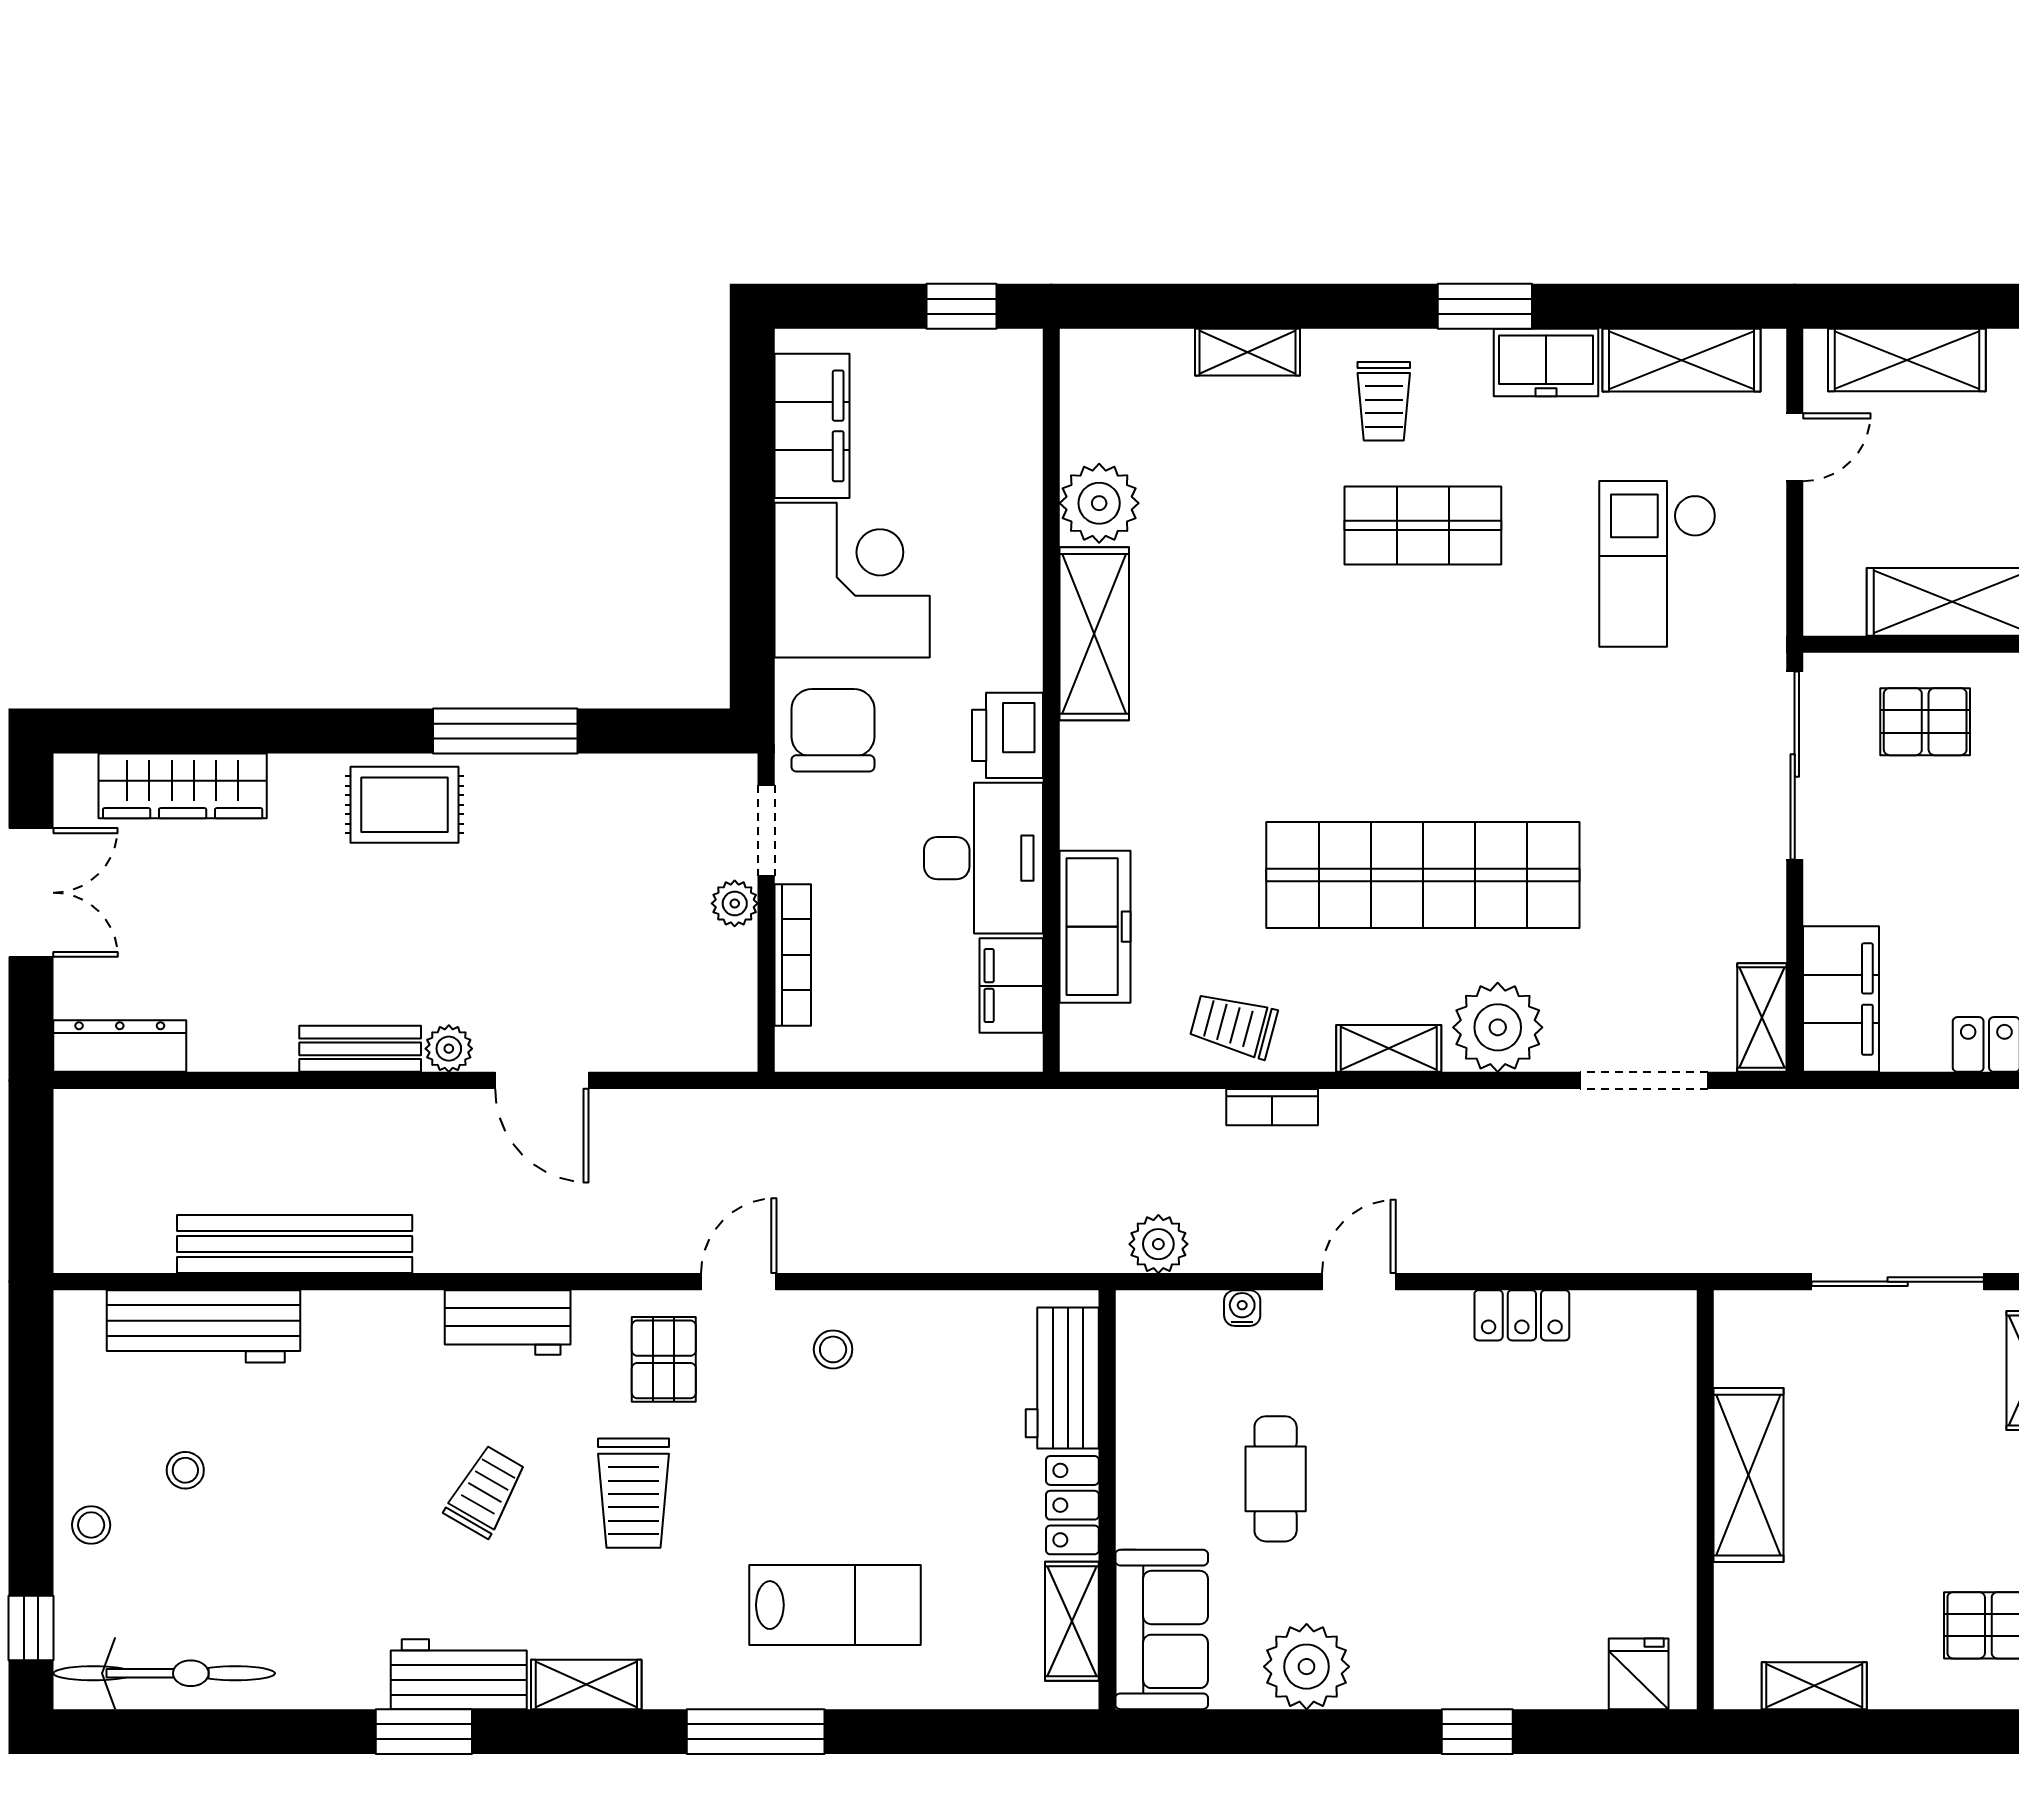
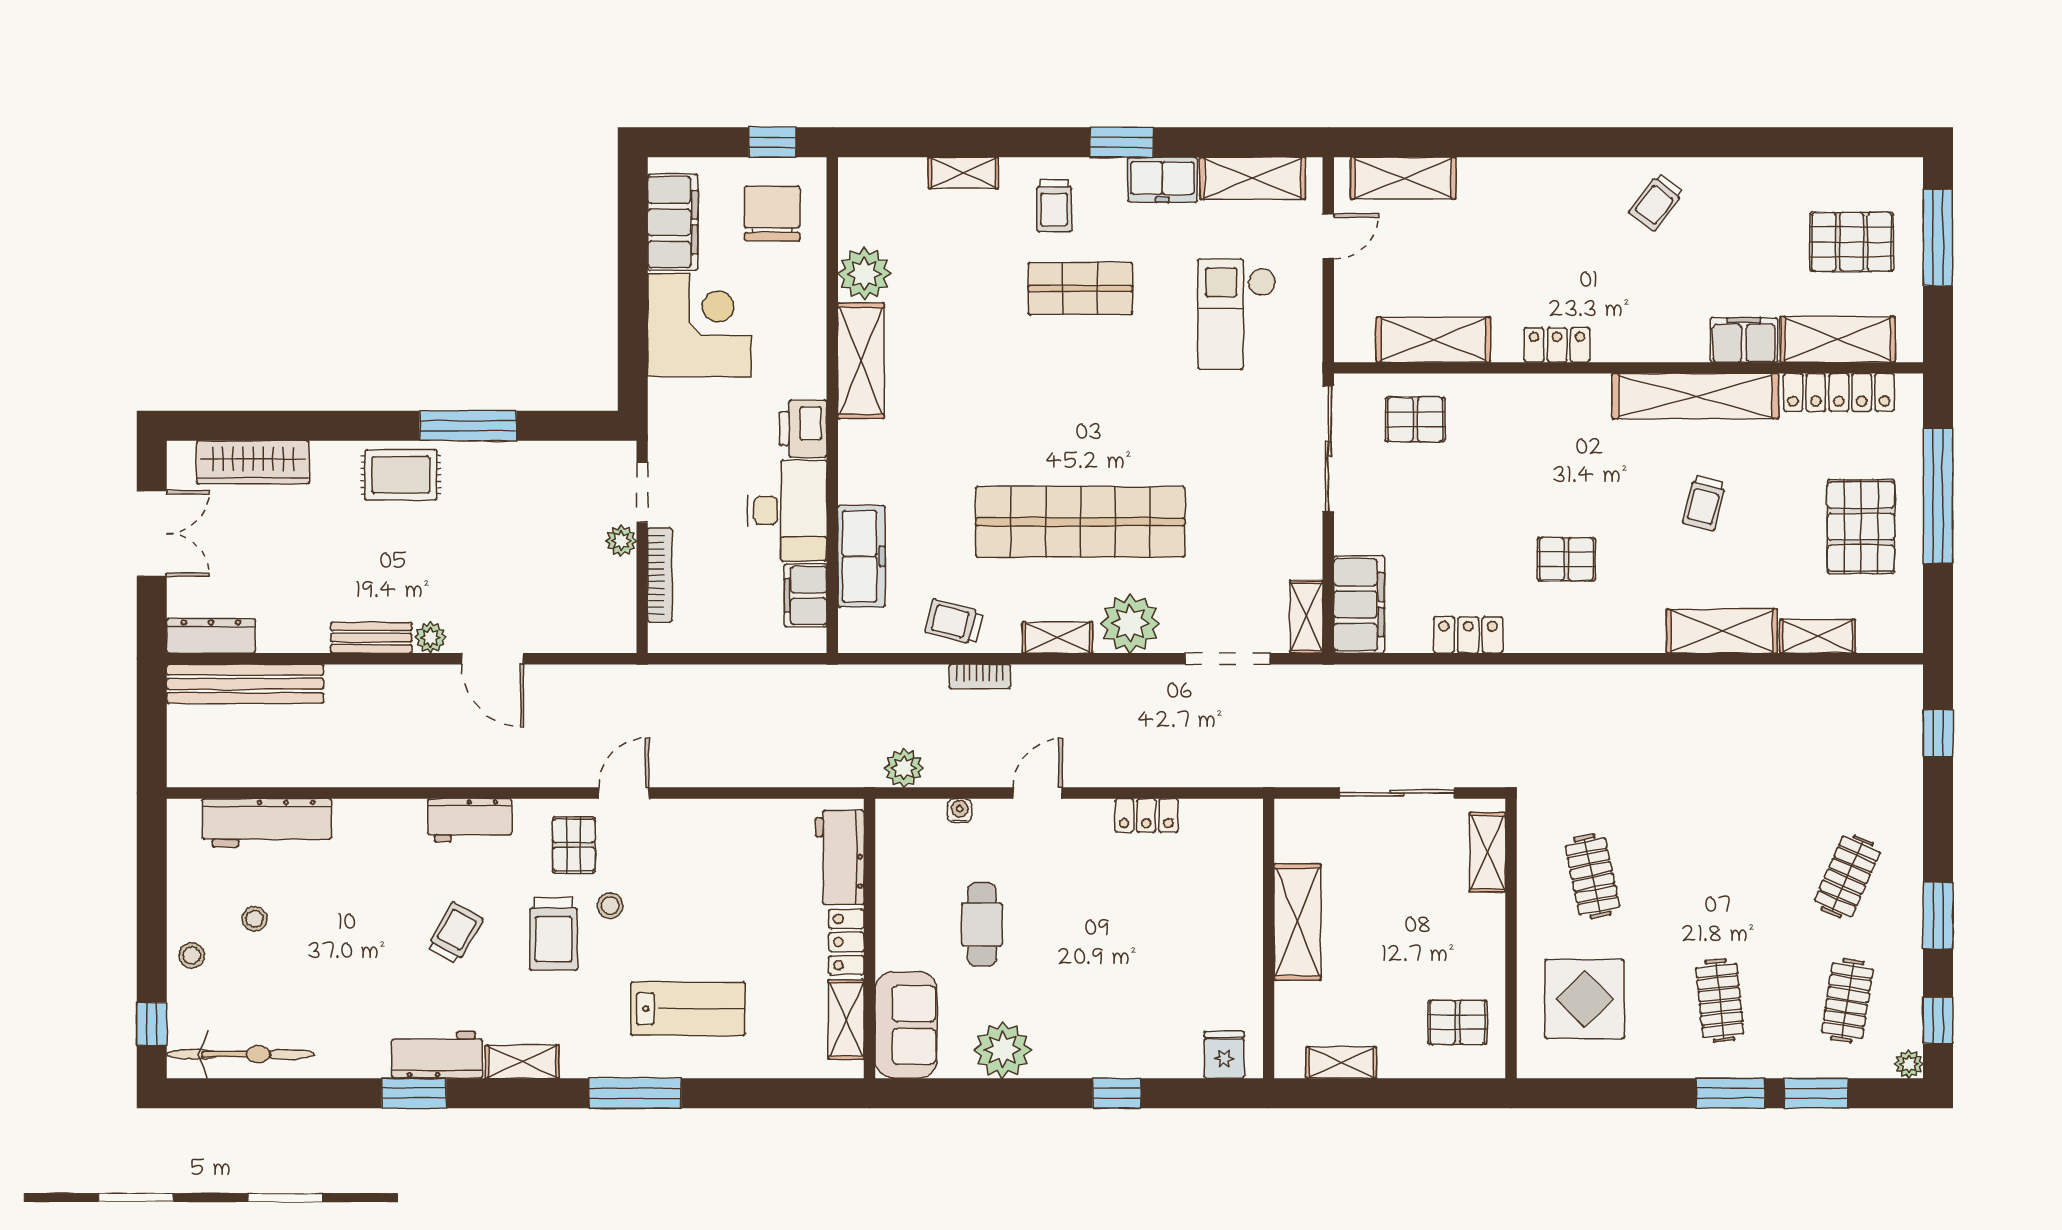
chair: (833, 730) -> (772, 214), moved
bench: (295, 1244) -> (245, 684), moved
stool: (833, 1349) -> (610, 906), moved

